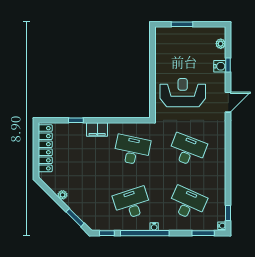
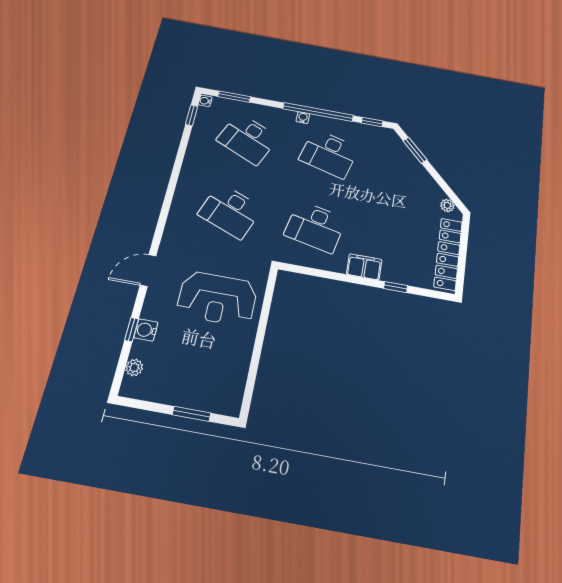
plant: (63, 195) -> (447, 205), moved
desk: (132, 203) -> (329, 154), turned 33

